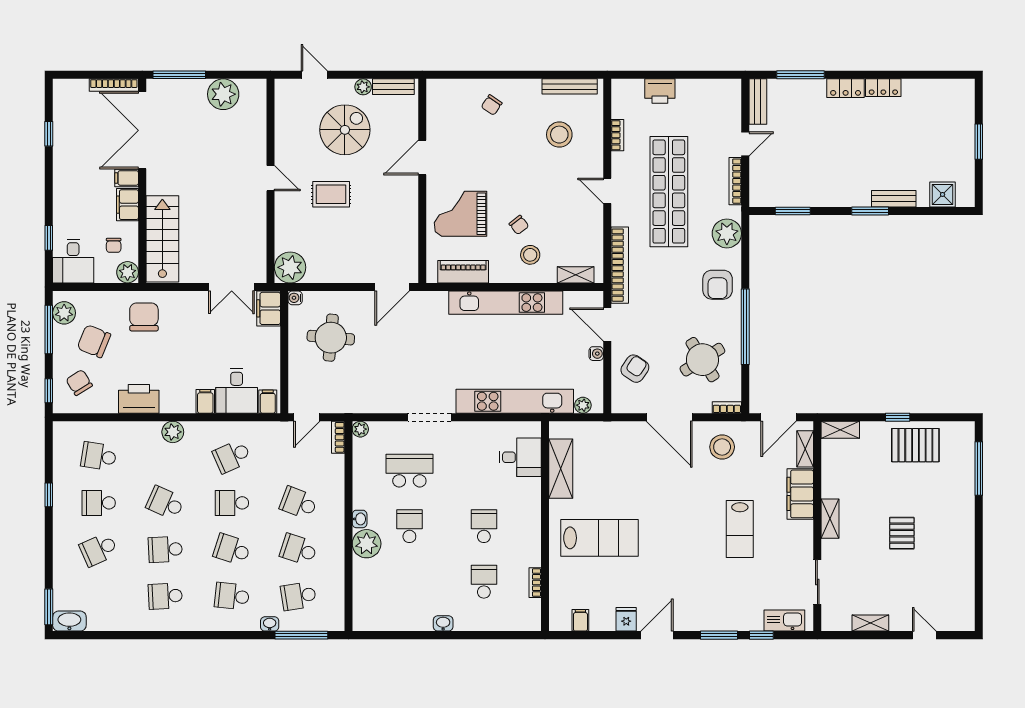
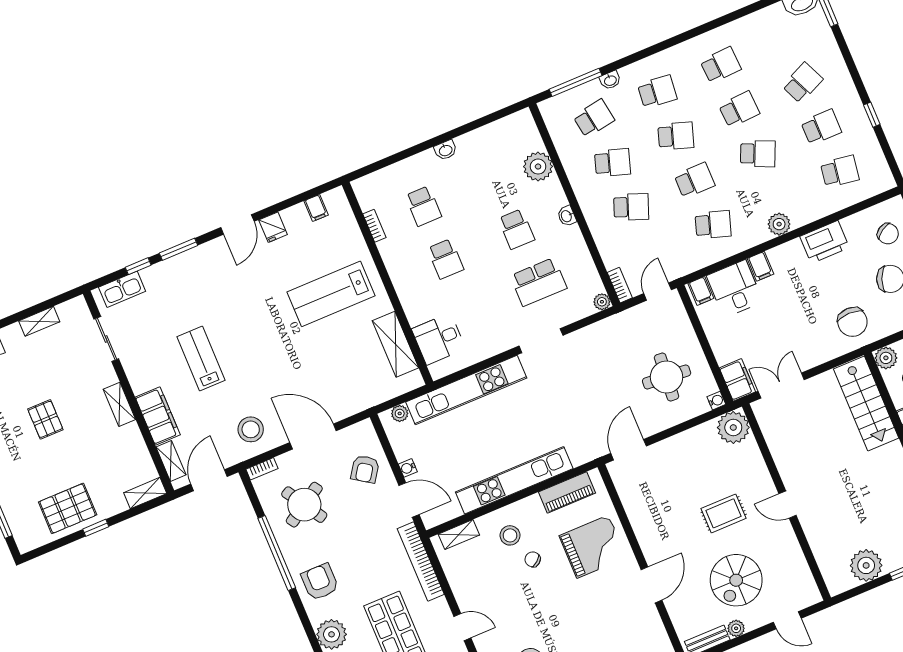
school desk: (232, 456) -> (713, 225), turned 42
plant: (367, 544) -> (538, 167), moved

